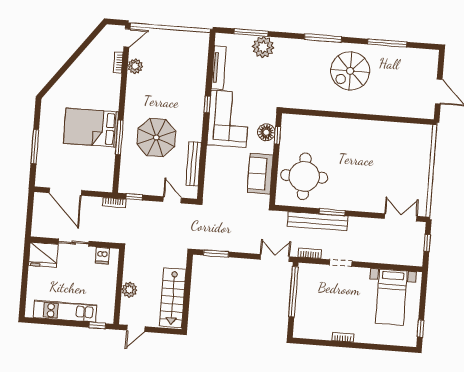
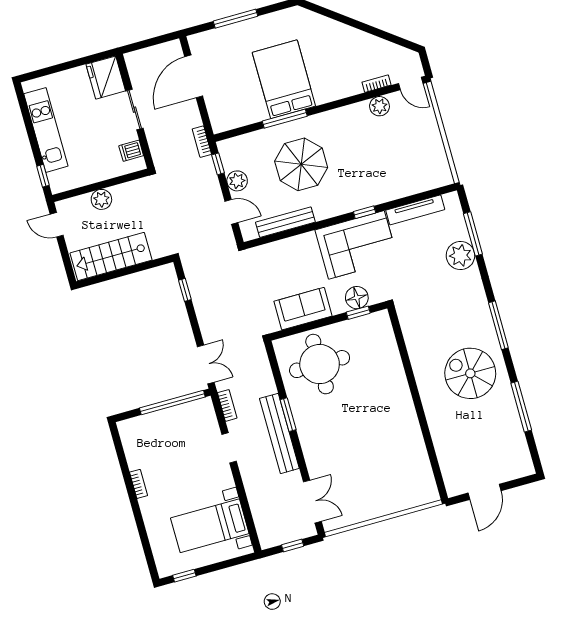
plant: (151, 188) -> (237, 181), added
door: (172, 200) -> (231, 212), hinge flipped
bench: (318, 221) -> (279, 433), moved
window: (216, 253) -> (185, 290), width x0.67

